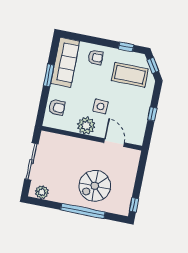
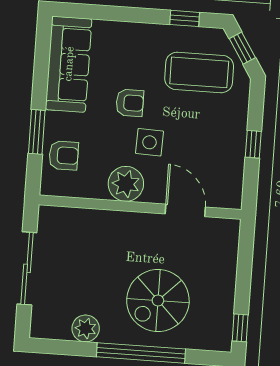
armchair: (95, 57) -> (130, 103), moved
window: (49, 75) -> (37, 132), moved
plant: (42, 192) -> (86, 328), moved

